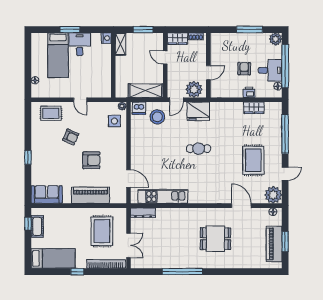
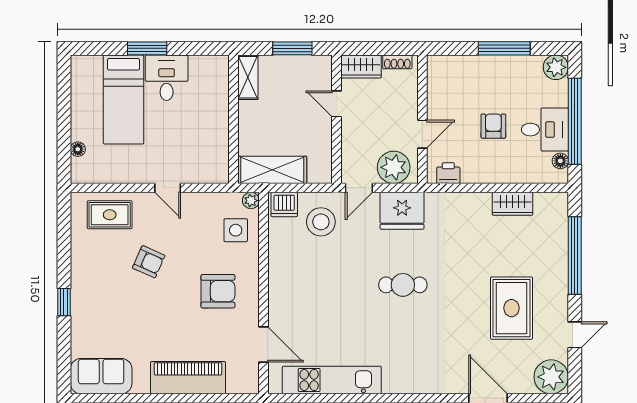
nightstand: (106, 38) -> (219, 65), removed
shelving: (146, 91) -> (272, 170), moved
printer: (249, 92) -> (448, 173), moved
armchair: (91, 160) -> (218, 291), moved

